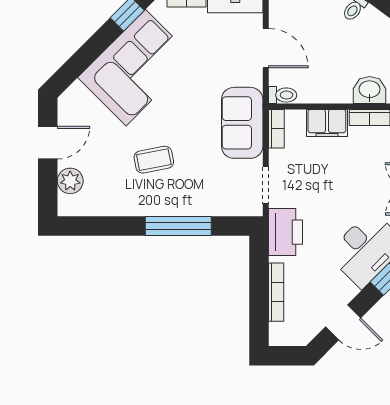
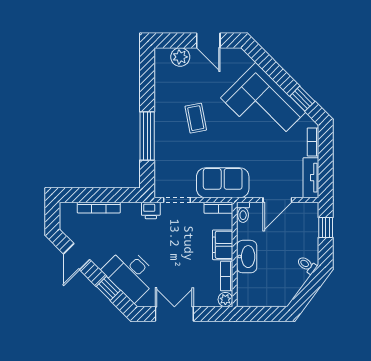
washbasin: (370, 90) -> (247, 257), moved, width x1.38
printer: (285, 232) -> (151, 210), width x0.53, depth x0.68

